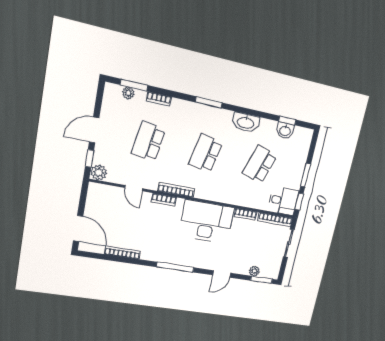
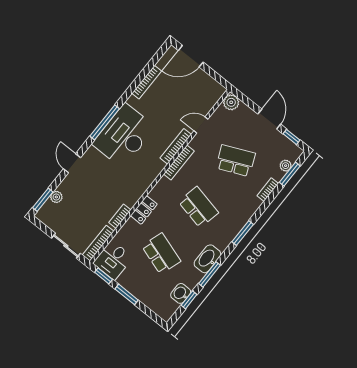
window: (258, 114) -> (209, 274), added
school desk: (148, 142) -> (236, 161), turned -33
window: (89, 158) -> (292, 137), moved
locker: (231, 198) -> (144, 210), added
bookcase: (164, 200) -> (176, 146), width x1.56
desk: (207, 222) -> (124, 136), moved, turned 180

